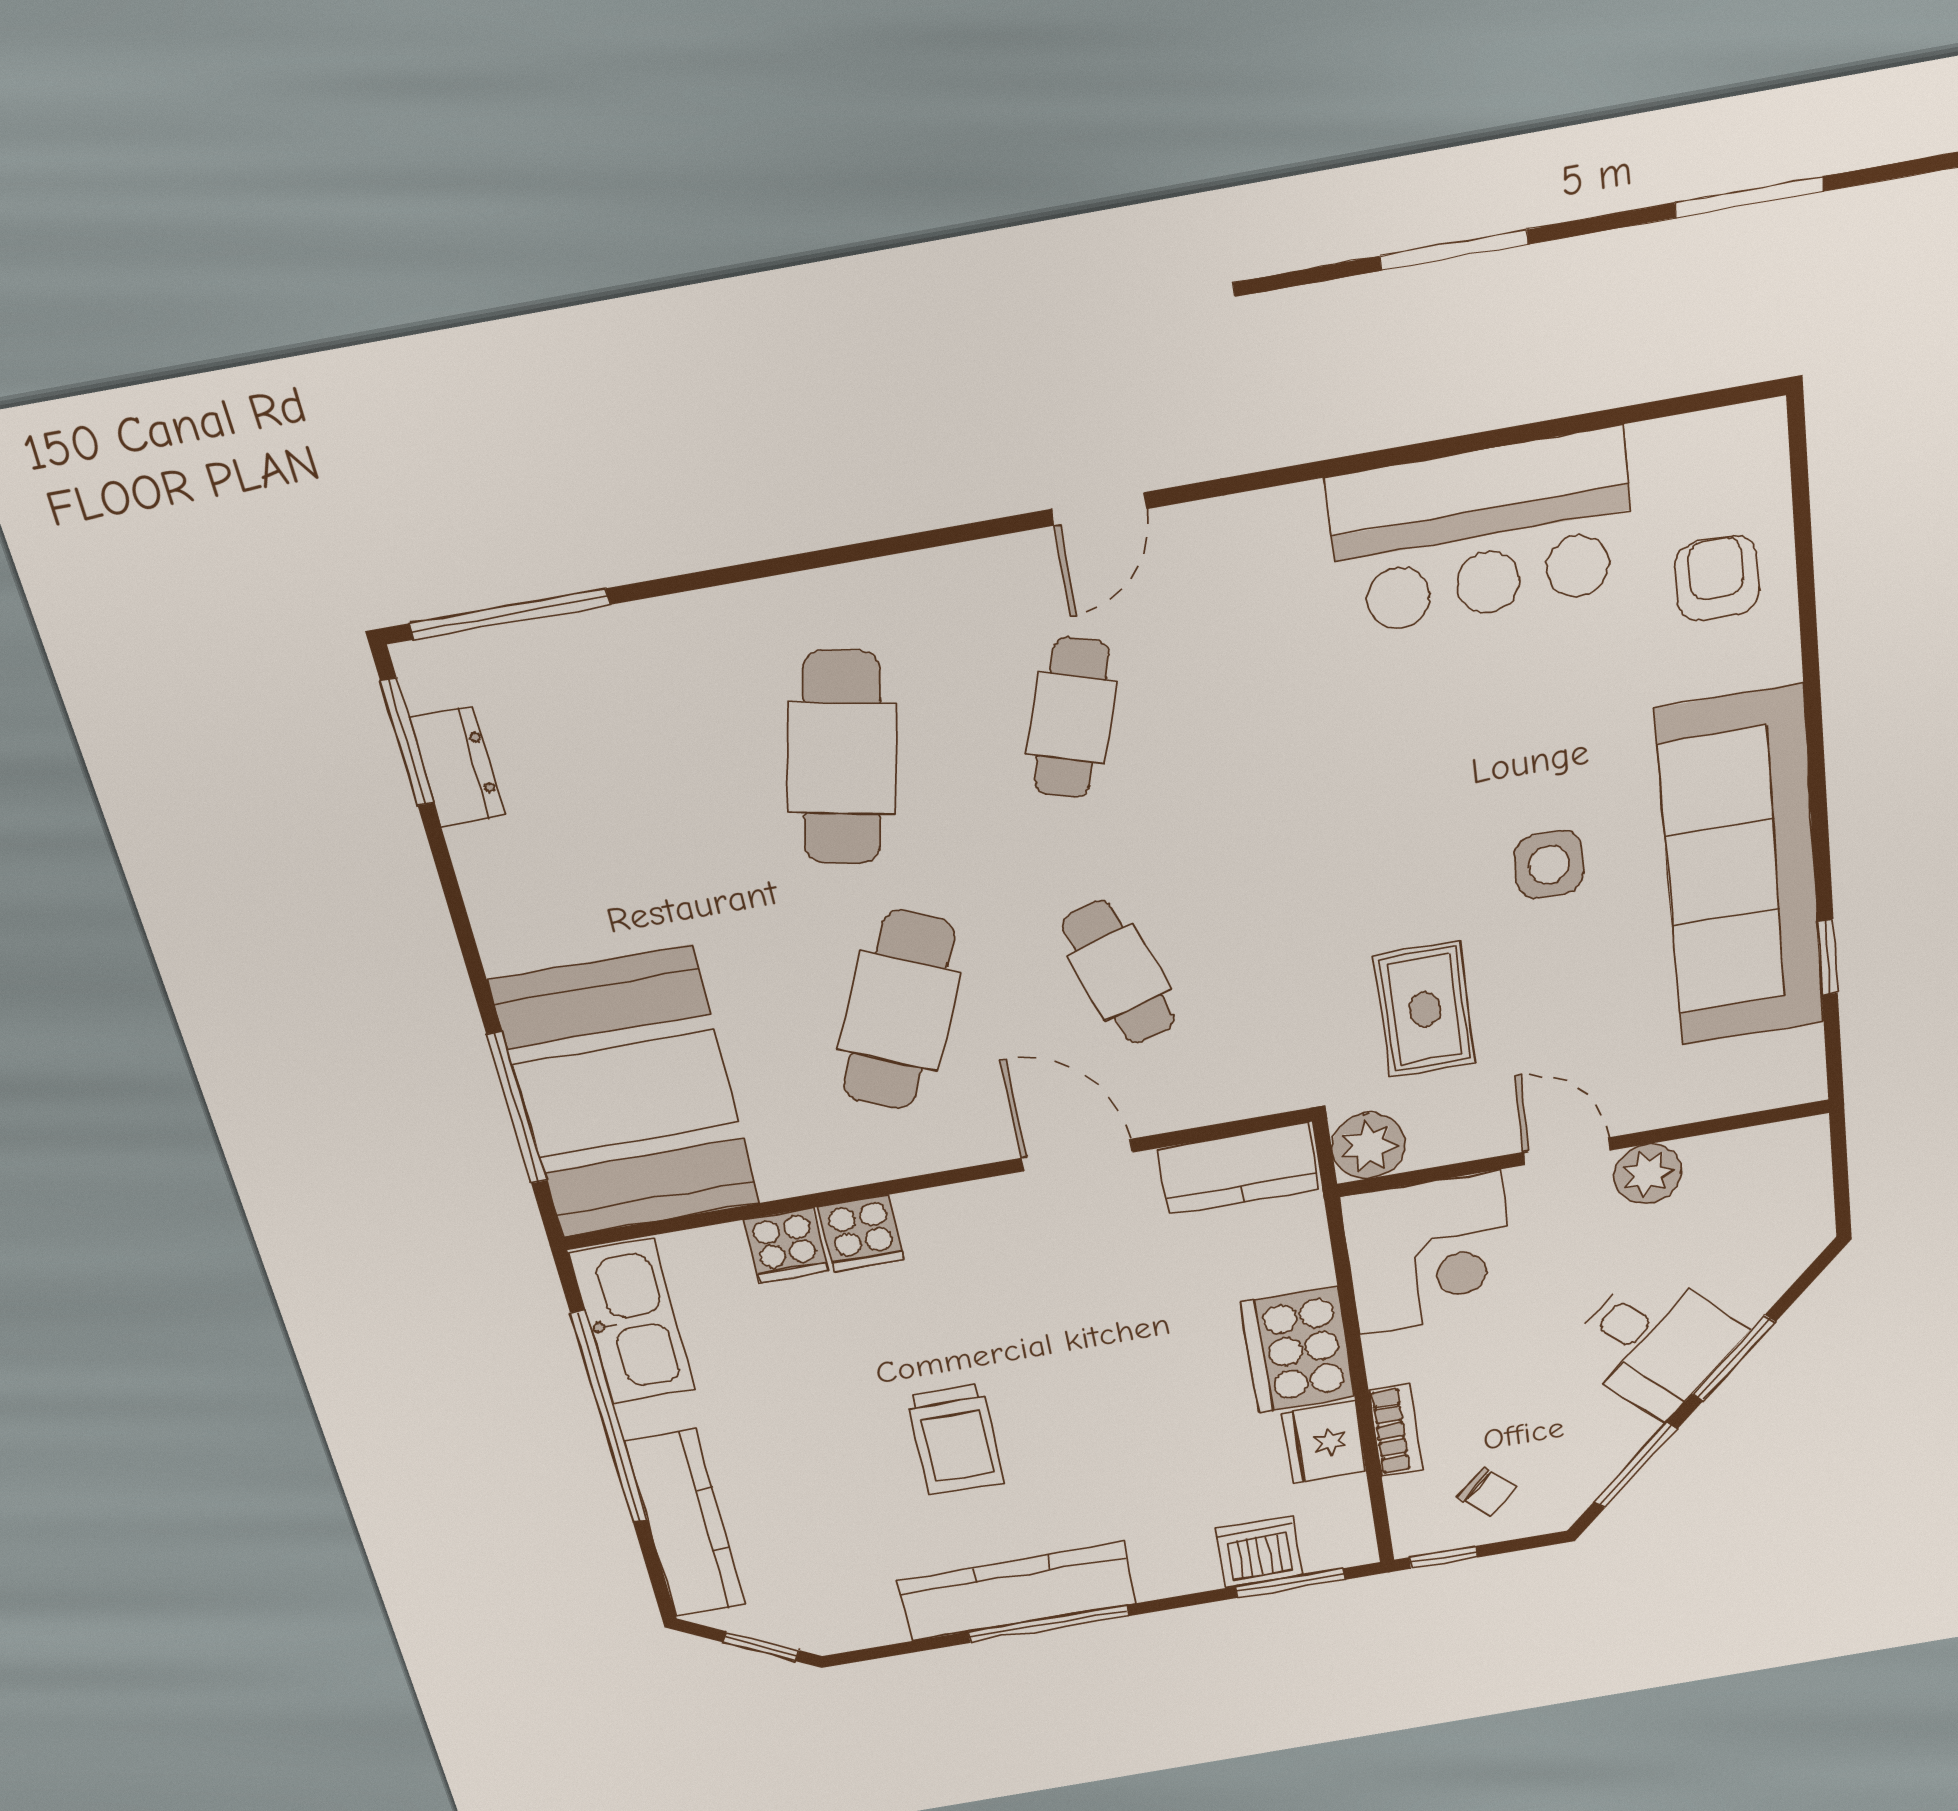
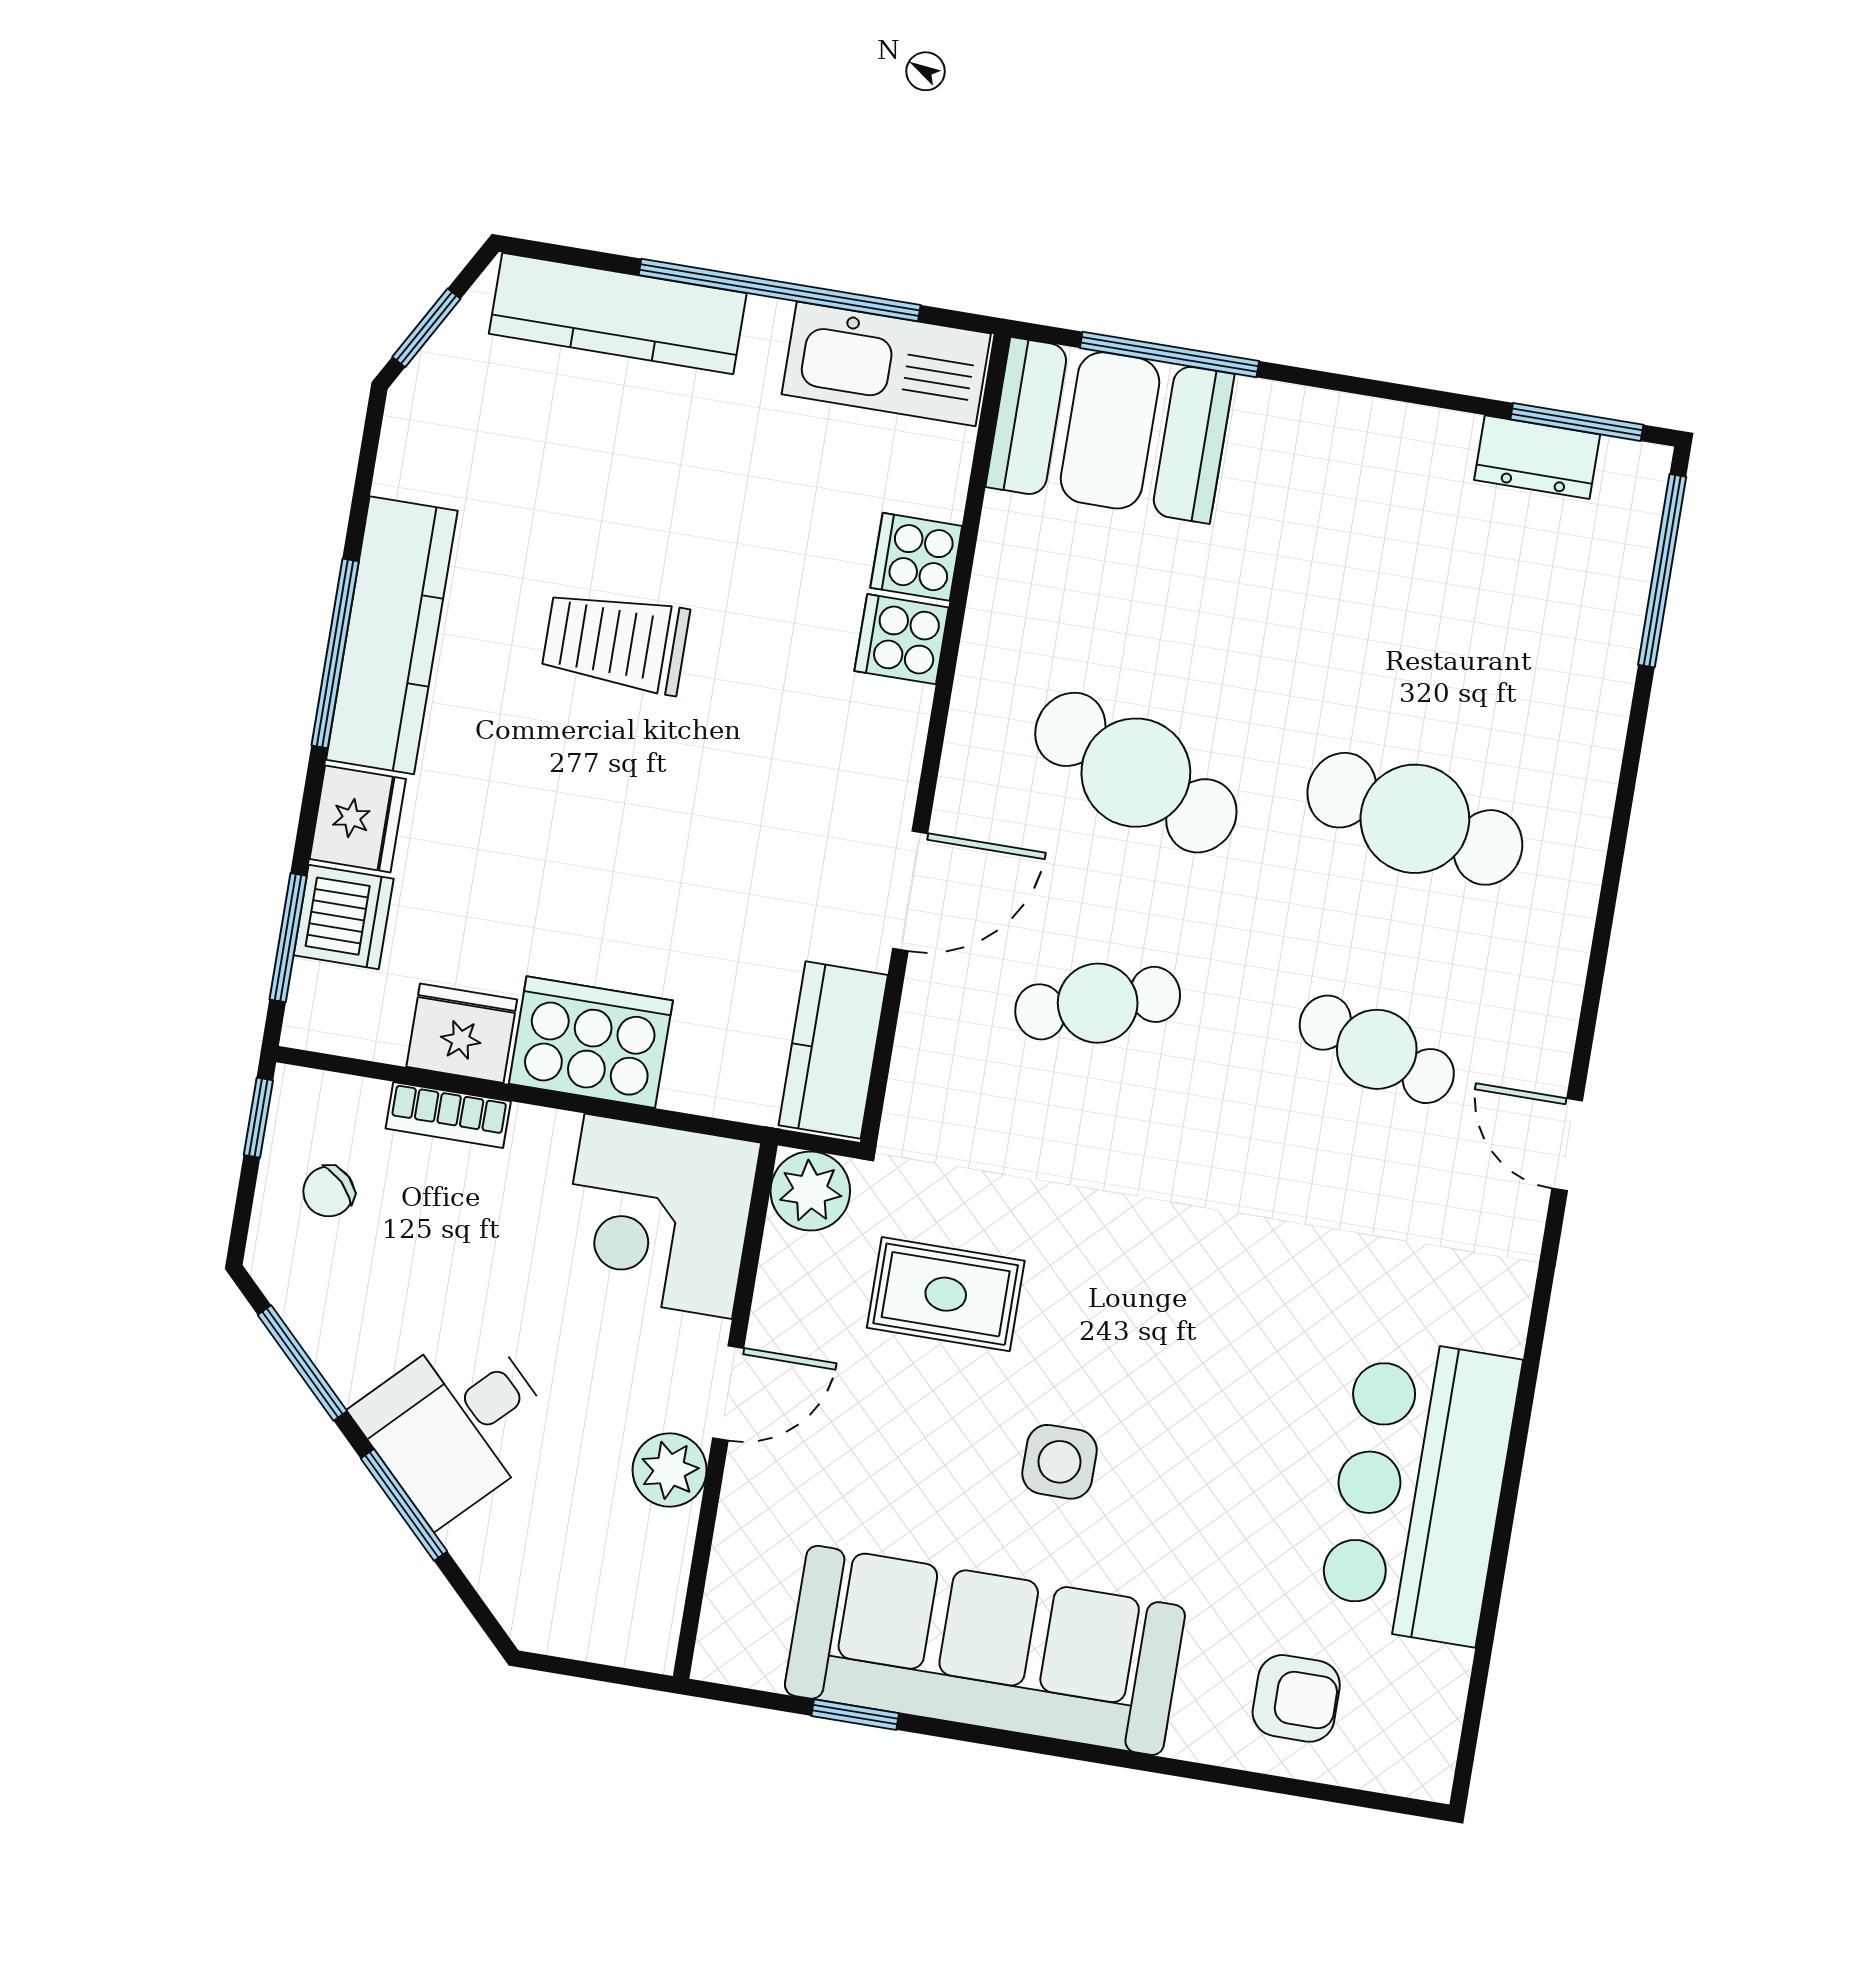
booth: (626, 1094) -> (1110, 430), width x0.73, depth x0.70
fridge: (1176, 1568) -> (358, 819), added

